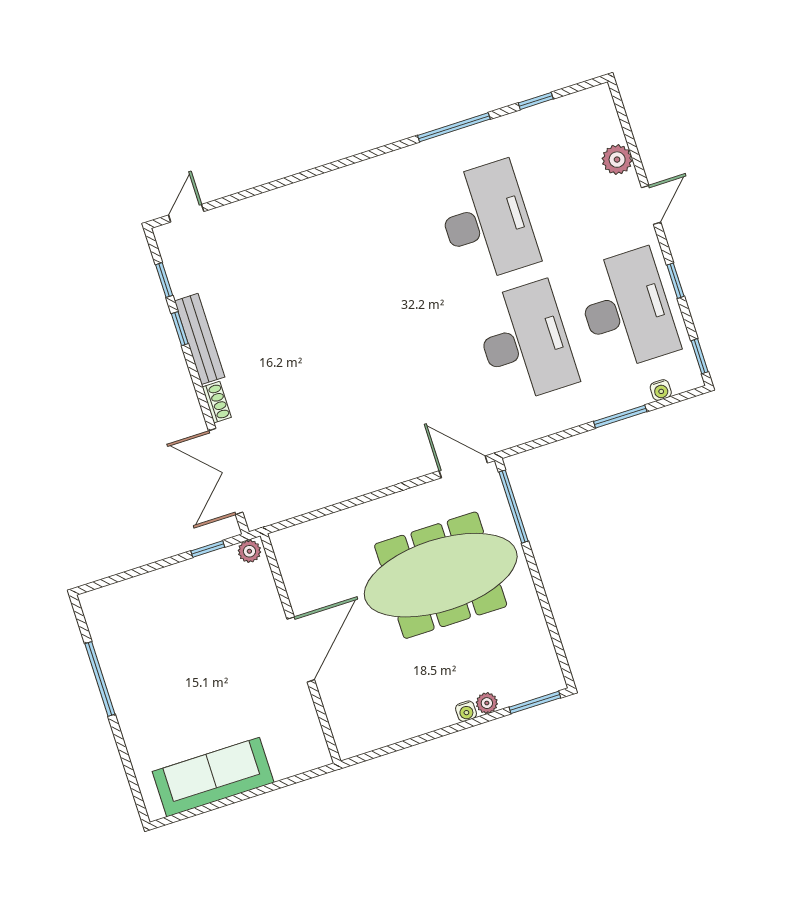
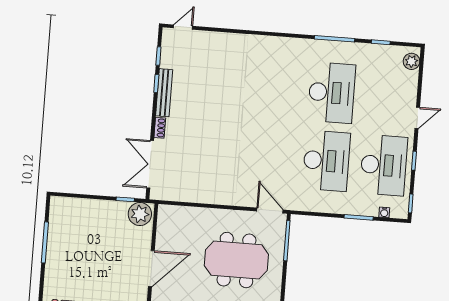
plant: (617, 160) -> (412, 61), moved
plant: (249, 551) -> (140, 214), width x1.87, depth x1.87
meeting table: (441, 575) -> (236, 260), width x0.73

